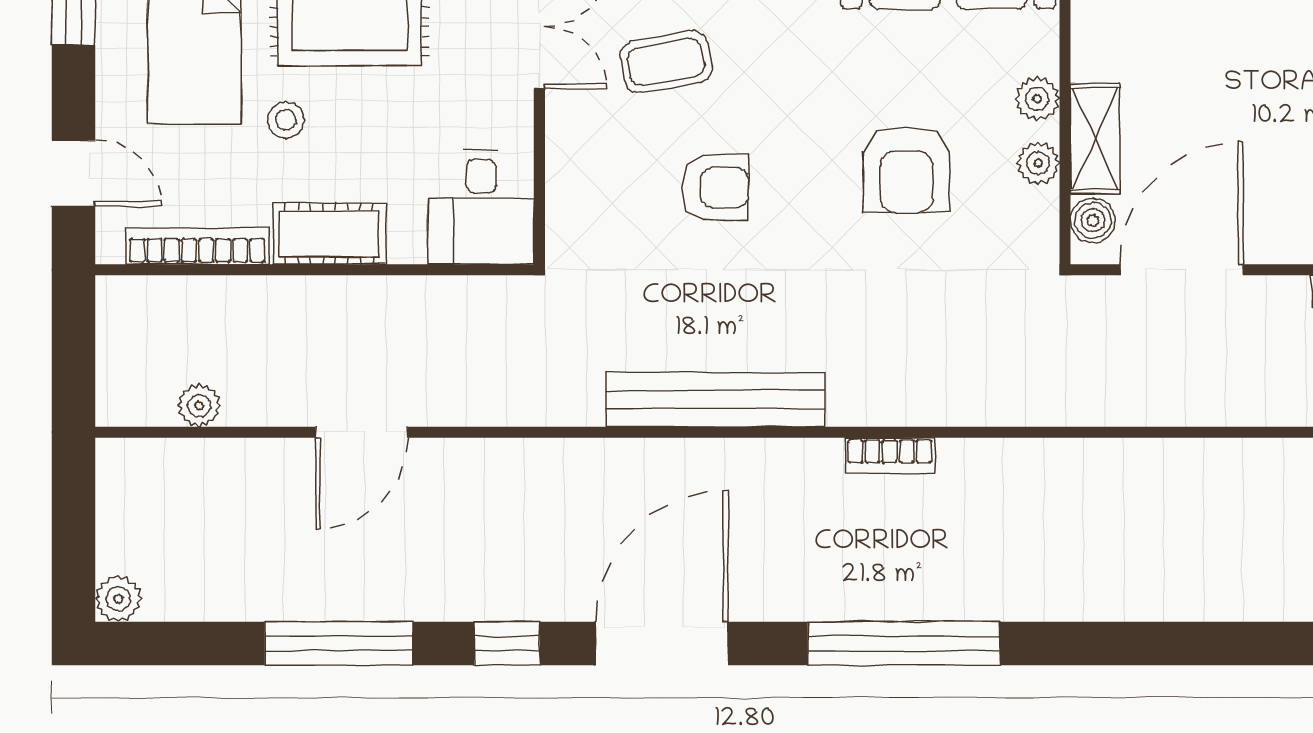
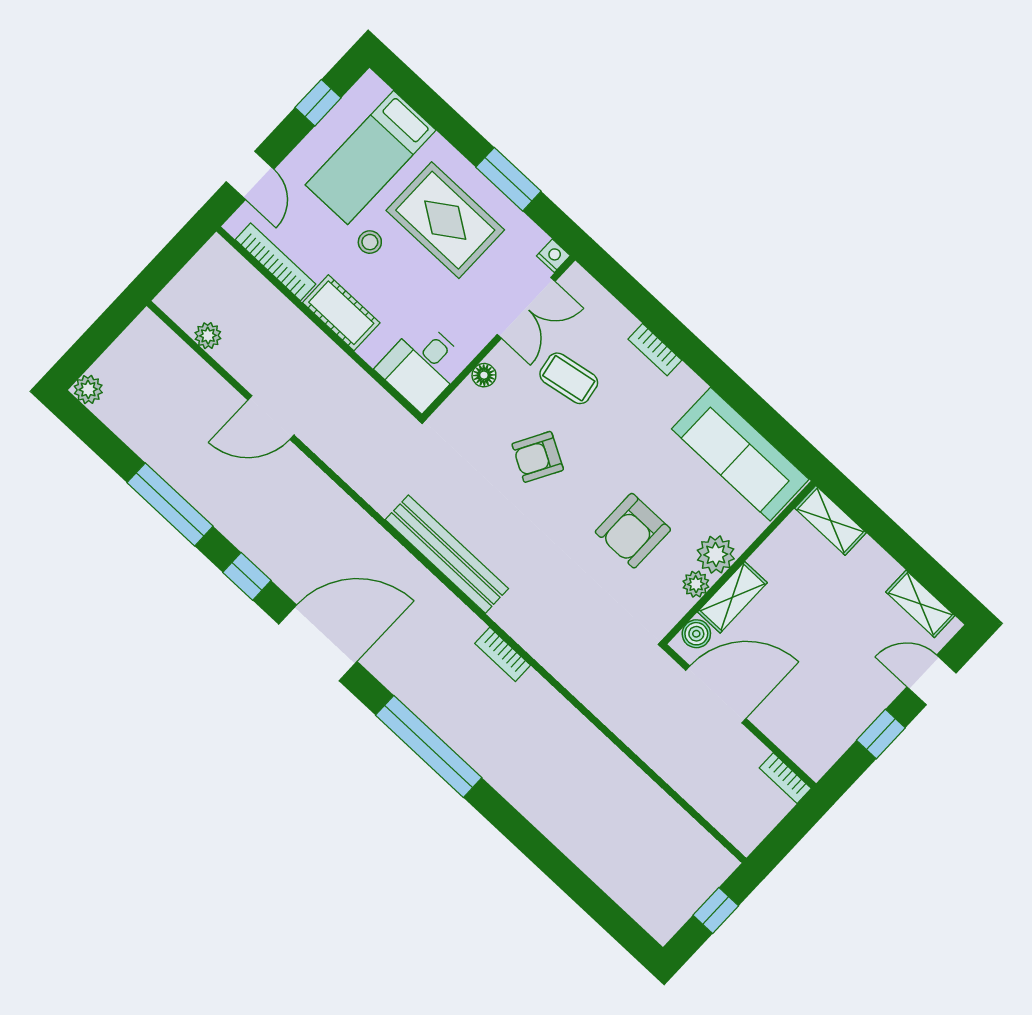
plant: (1037, 99) -> (716, 555), width x1.38, depth x1.38
floor lamp: (564, 151) -> (484, 375), added
armchair: (715, 187) -> (538, 457), turned 119

